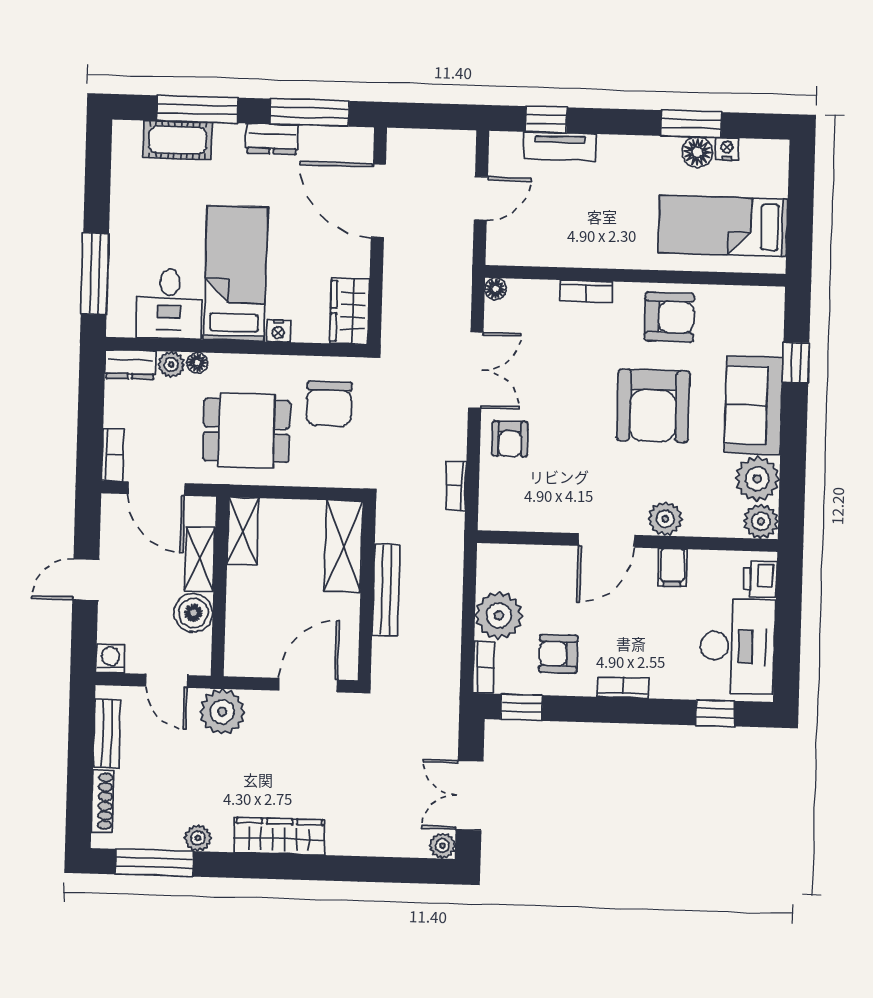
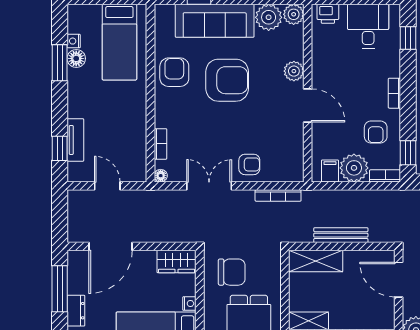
bookcase: (586, 291) -> (160, 144), moved
sofa: (754, 405) -> (215, 21), width x1.36
bookcase: (456, 486) -> (278, 195), width x1.56
filing cabinet: (672, 568) -> (330, 171), moved, turned -90
desk: (737, 646) -> (368, 26), width x0.73

